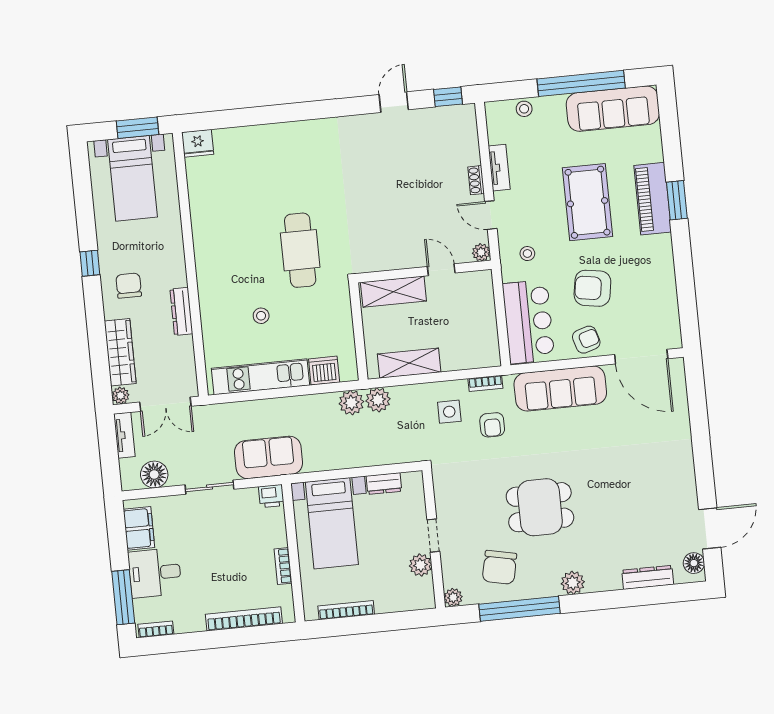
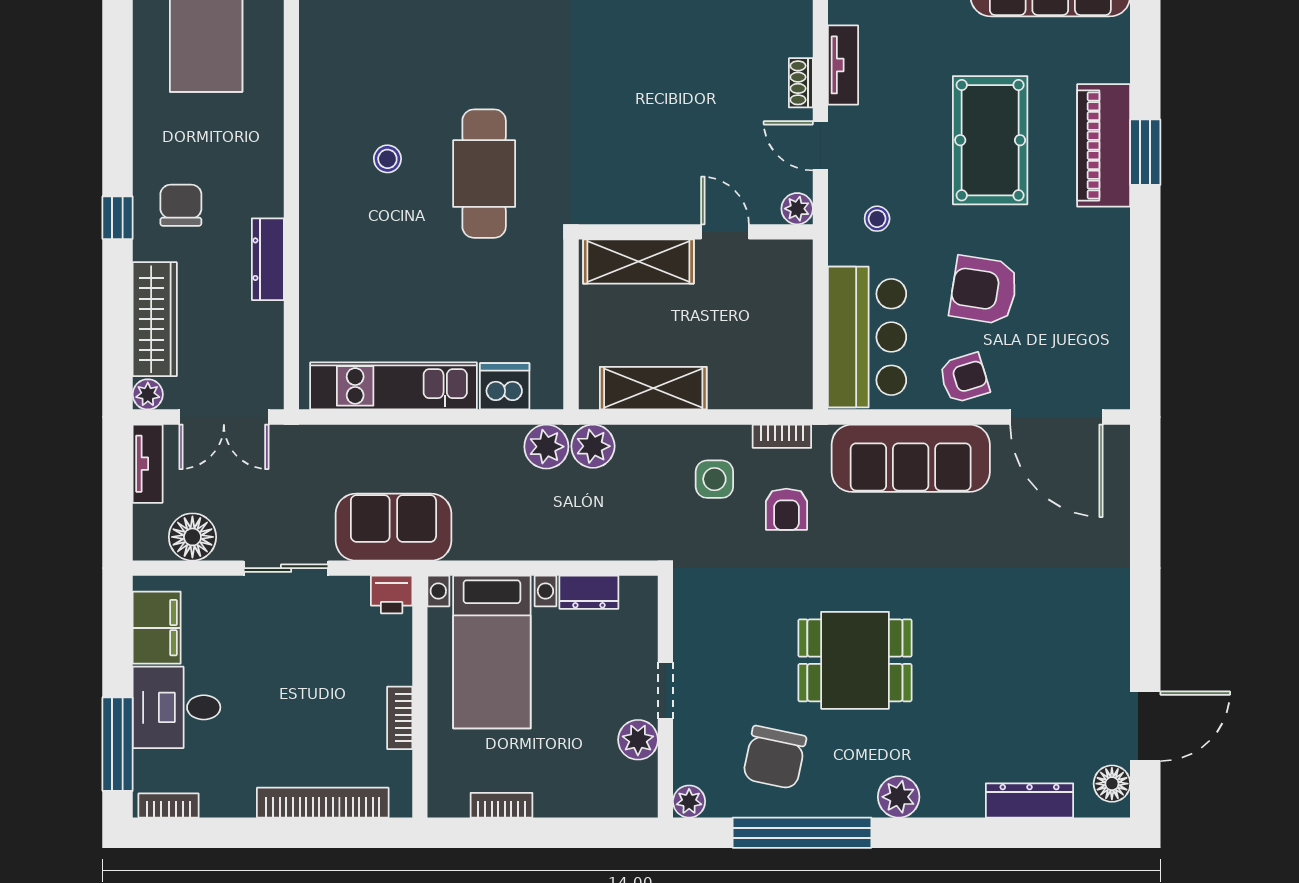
window: (90, 263) -> (118, 218), moved
stool: (261, 316) -> (387, 159), moved
bookcase: (346, 610) -> (502, 805), width x0.64

